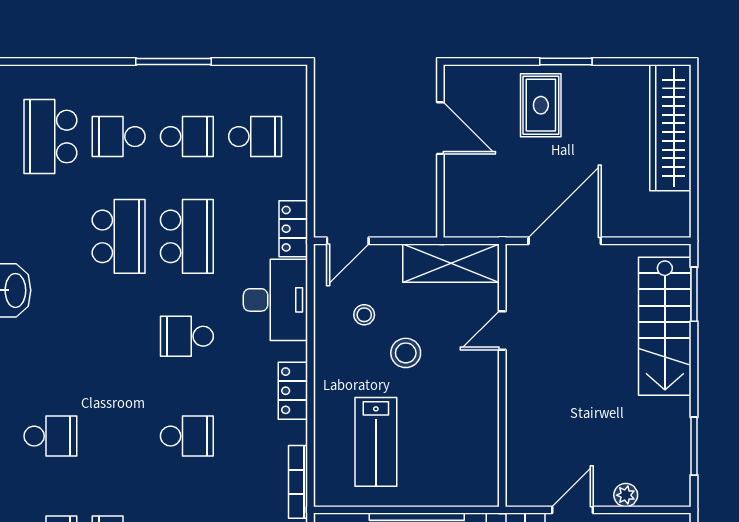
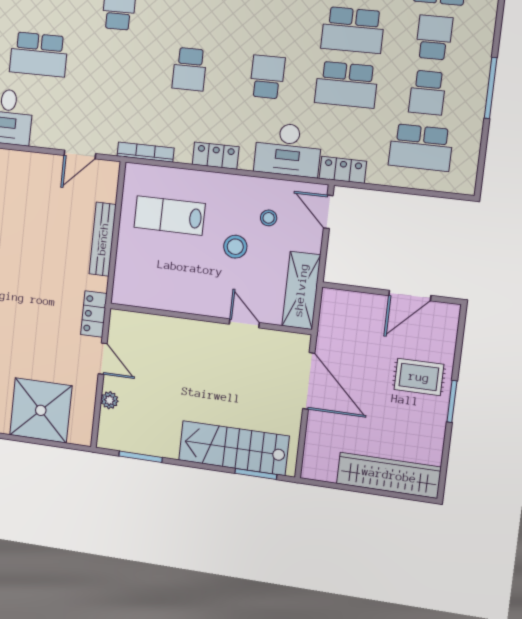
school desk: (255, 137) -> (421, 147), width x1.85

